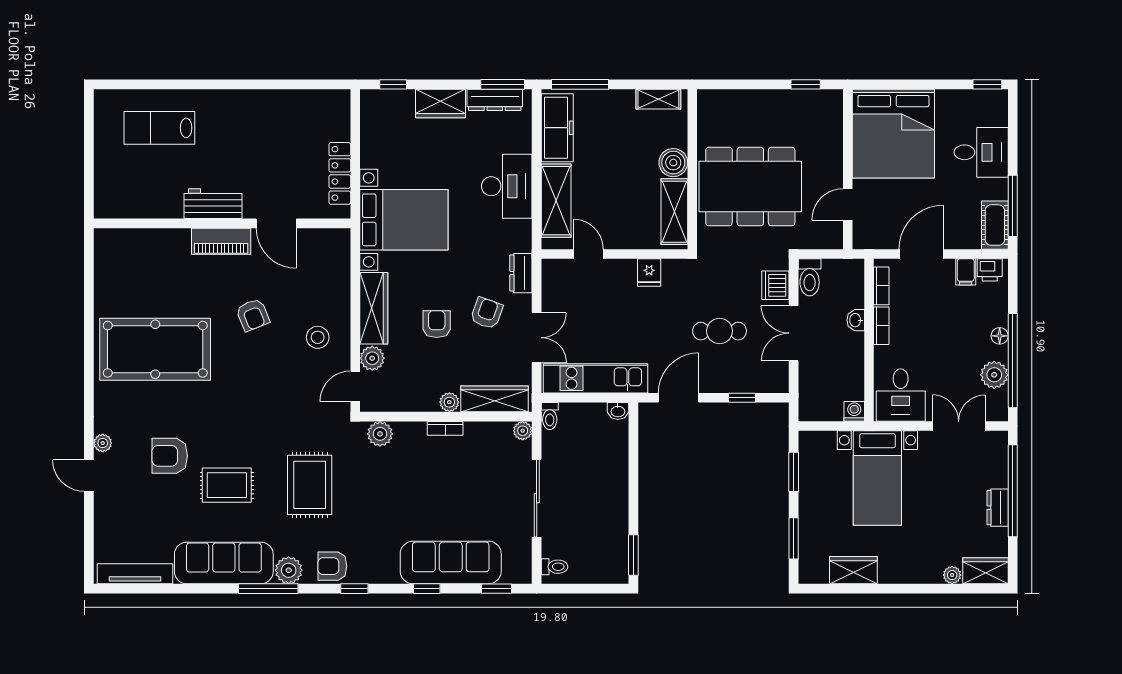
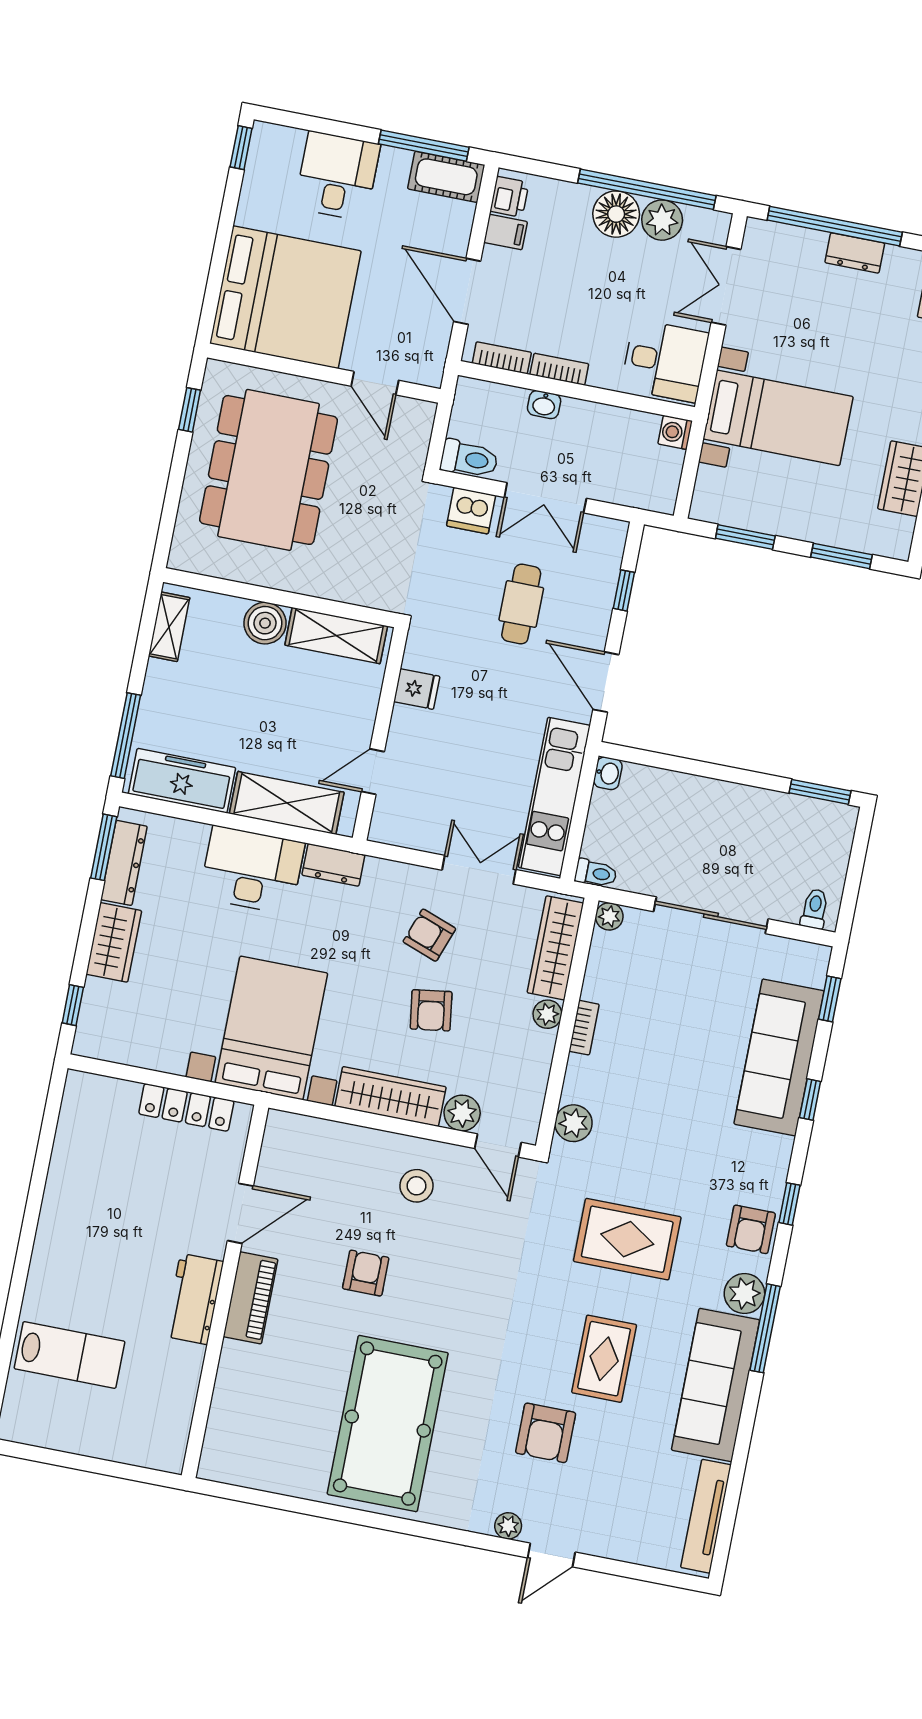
lab bench: (159, 128) -> (70, 1355), turned -90
dining table: (750, 187) -> (269, 470), moved
dresser: (521, 273) -> (333, 865), moved
armchair: (253, 315) -> (366, 1273), turned -68
armchair: (437, 324) -> (431, 1010), turned -98
floor lamp: (1000, 336) -> (616, 214), width x1.89, depth x1.89

